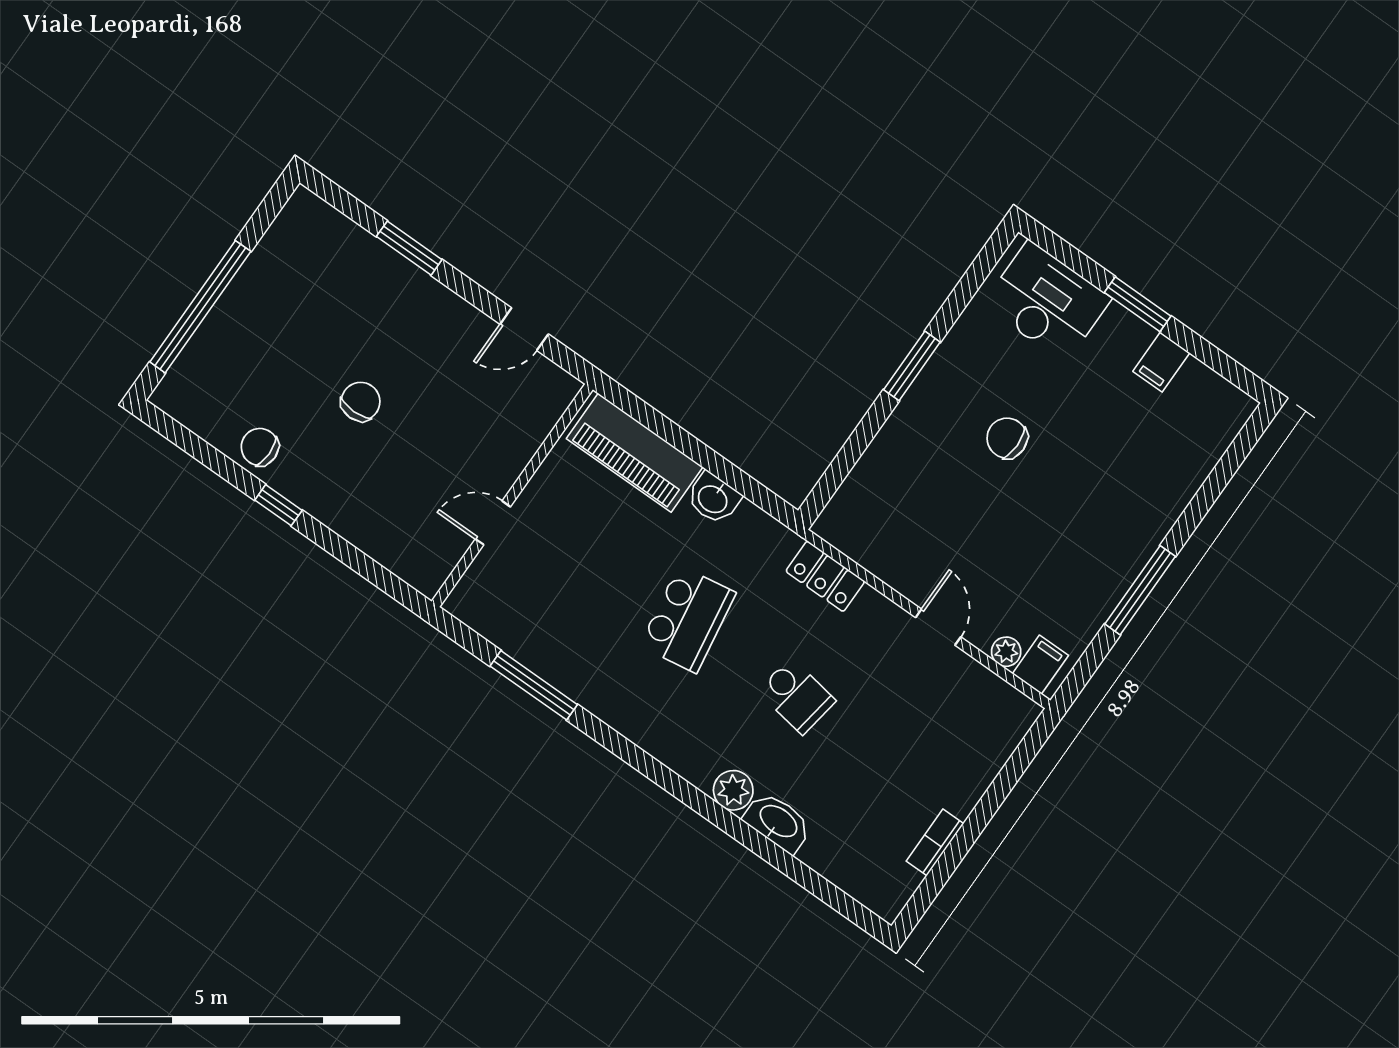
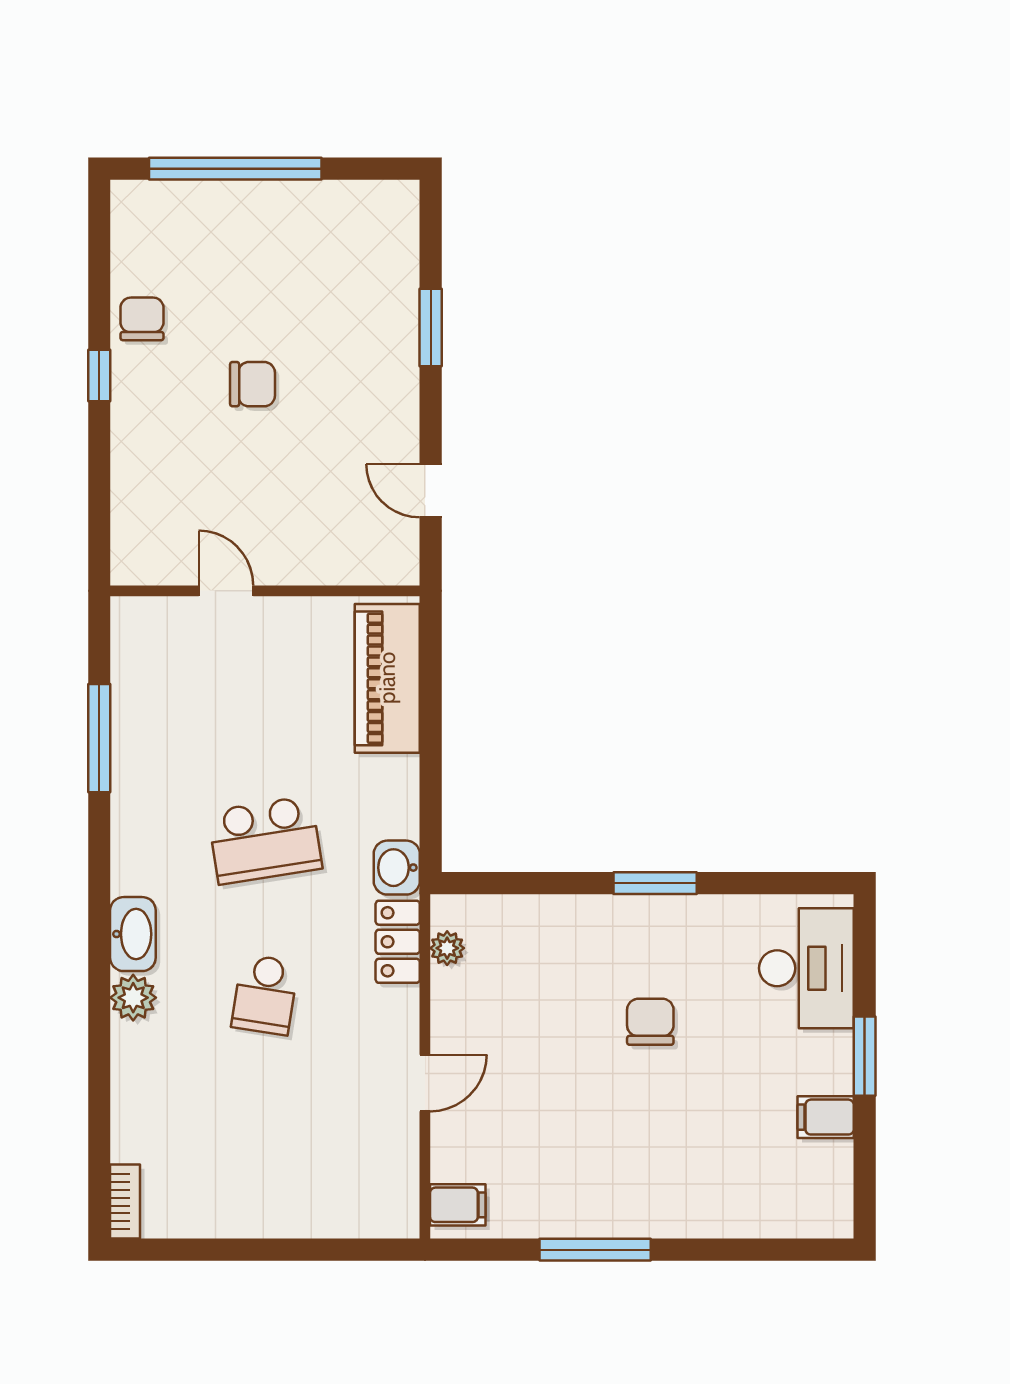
washbasin: (713, 498) -> (397, 868), moved
plant: (1006, 652) -> (447, 948), moved
washbasin: (778, 822) -> (133, 934), moved
bookcase: (935, 842) -> (125, 1202), moved, turned 90

